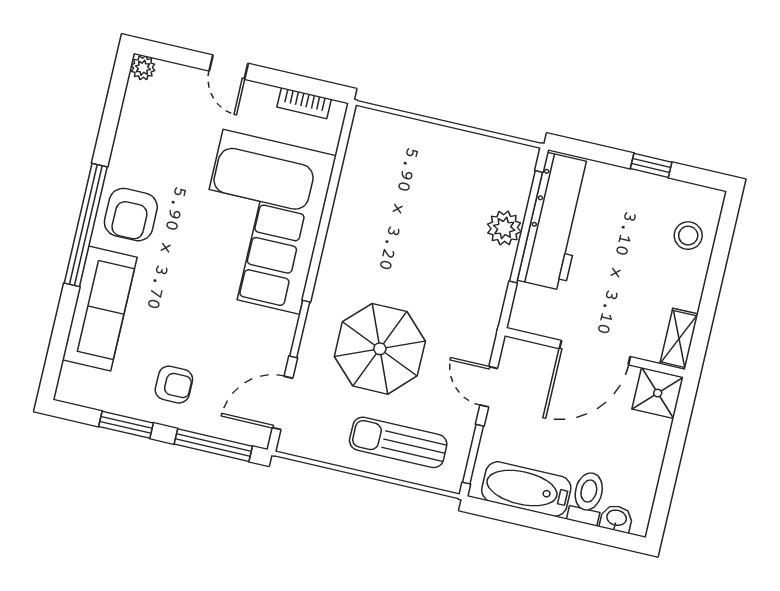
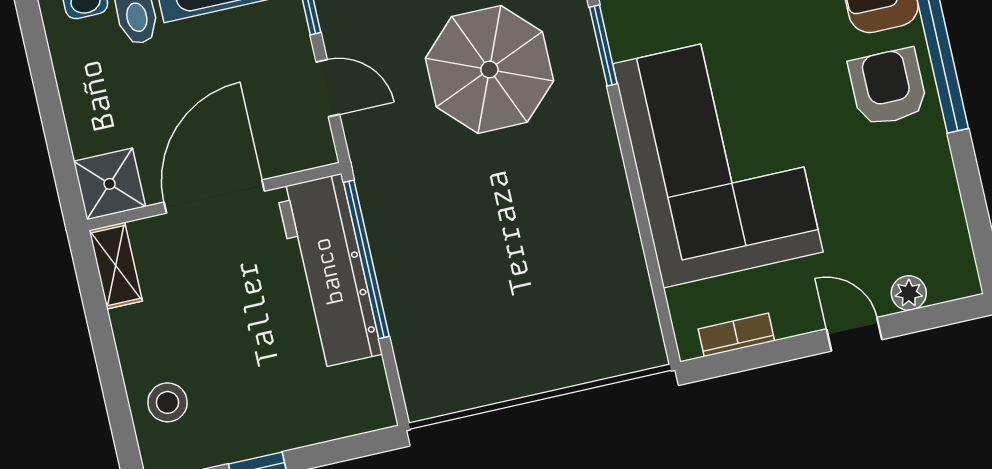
plant: (143, 68) -> (909, 293), moved
workbench: (556, 222) -> (329, 271), moved
window: (526, 227) -> (366, 259), moved
plant: (504, 228) -> (406, 299), removed

